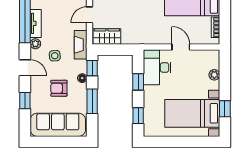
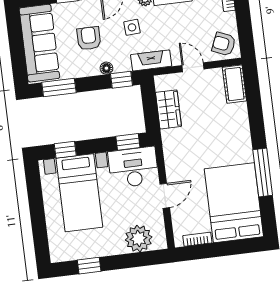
wardrobe: (107, 37) -> (168, 109), moved
plant: (214, 75) -> (139, 239), width x1.88, depth x1.88
window: (138, 82) -> (128, 142), moved
window: (92, 101) -> (59, 88), moved
bed with nightstands: (192, 113) -> (79, 193), moved, turned 180

